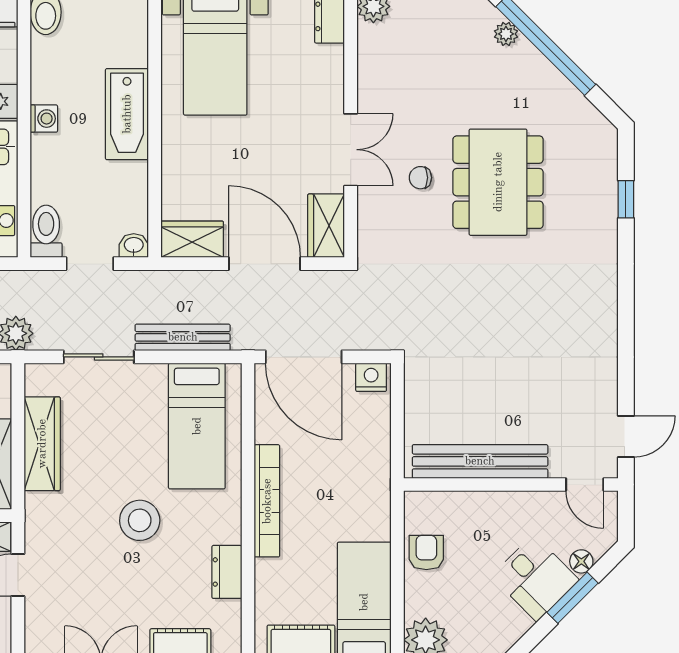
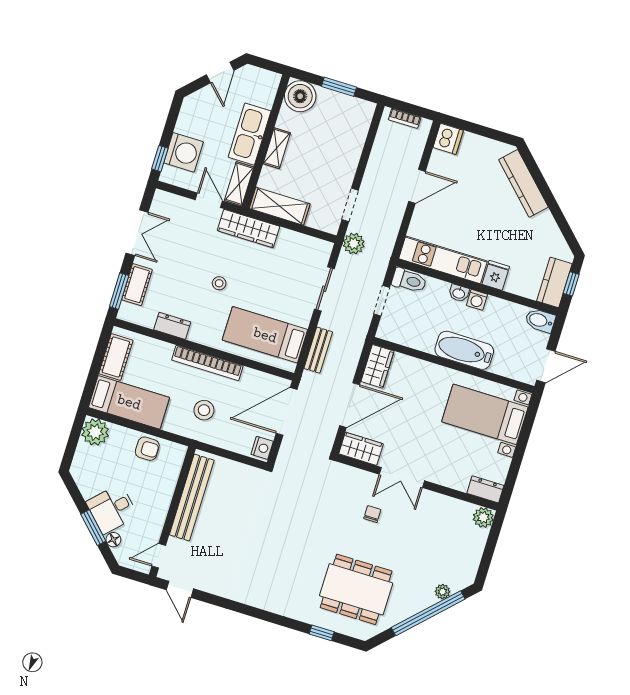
dining table: (498, 182) -> (356, 589), moved
washbasin: (134, 246) -> (459, 293), moved, turned 90
bench: (183, 337) -> (318, 350), width x0.73
wardrobe: (42, 444) -> (248, 228), moved
stool: (341, 484) -> (204, 410), added
stool: (140, 520) -> (219, 283), width x0.53, depth x0.53

